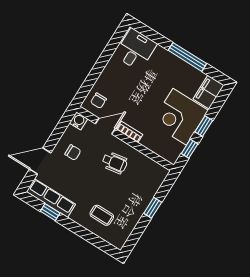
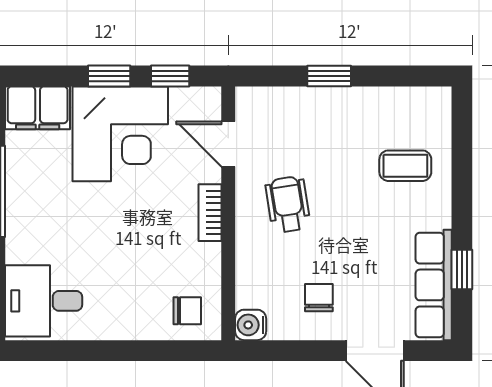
door: (105, 126) -> (228, 144), moved
coffee table: (102, 215) -> (405, 166), turned 90

